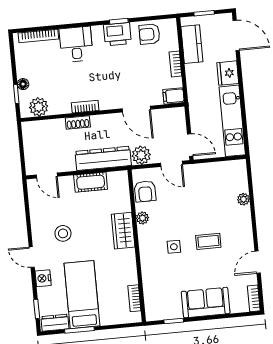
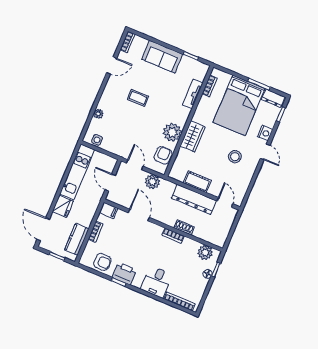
door: (190, 145) -> (110, 182), moved
dresser: (103, 158) -> (194, 199), moved
plant: (142, 218) -> (172, 132), width x1.88, depth x1.88
side table: (174, 247) -> (97, 140), moved
tv unit: (149, 279) -> (193, 94), added
bed: (82, 295) -> (239, 105), width x1.50

